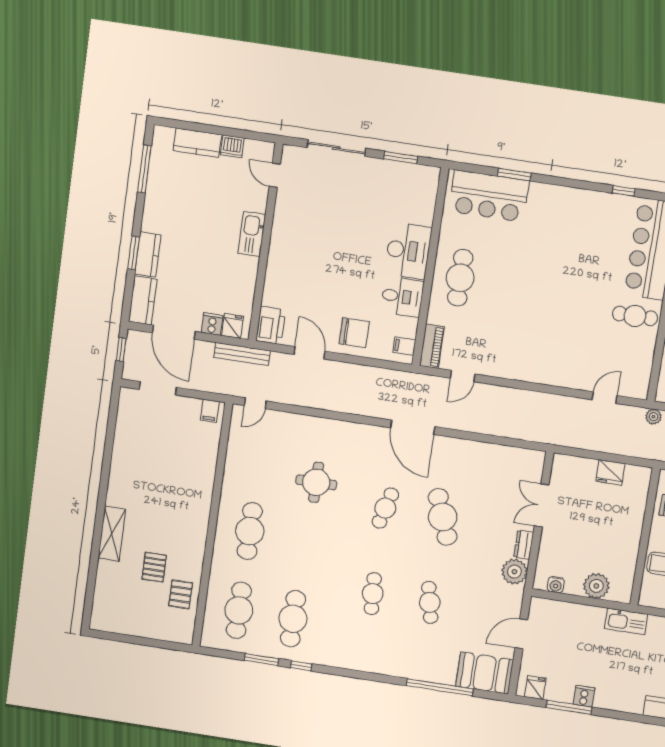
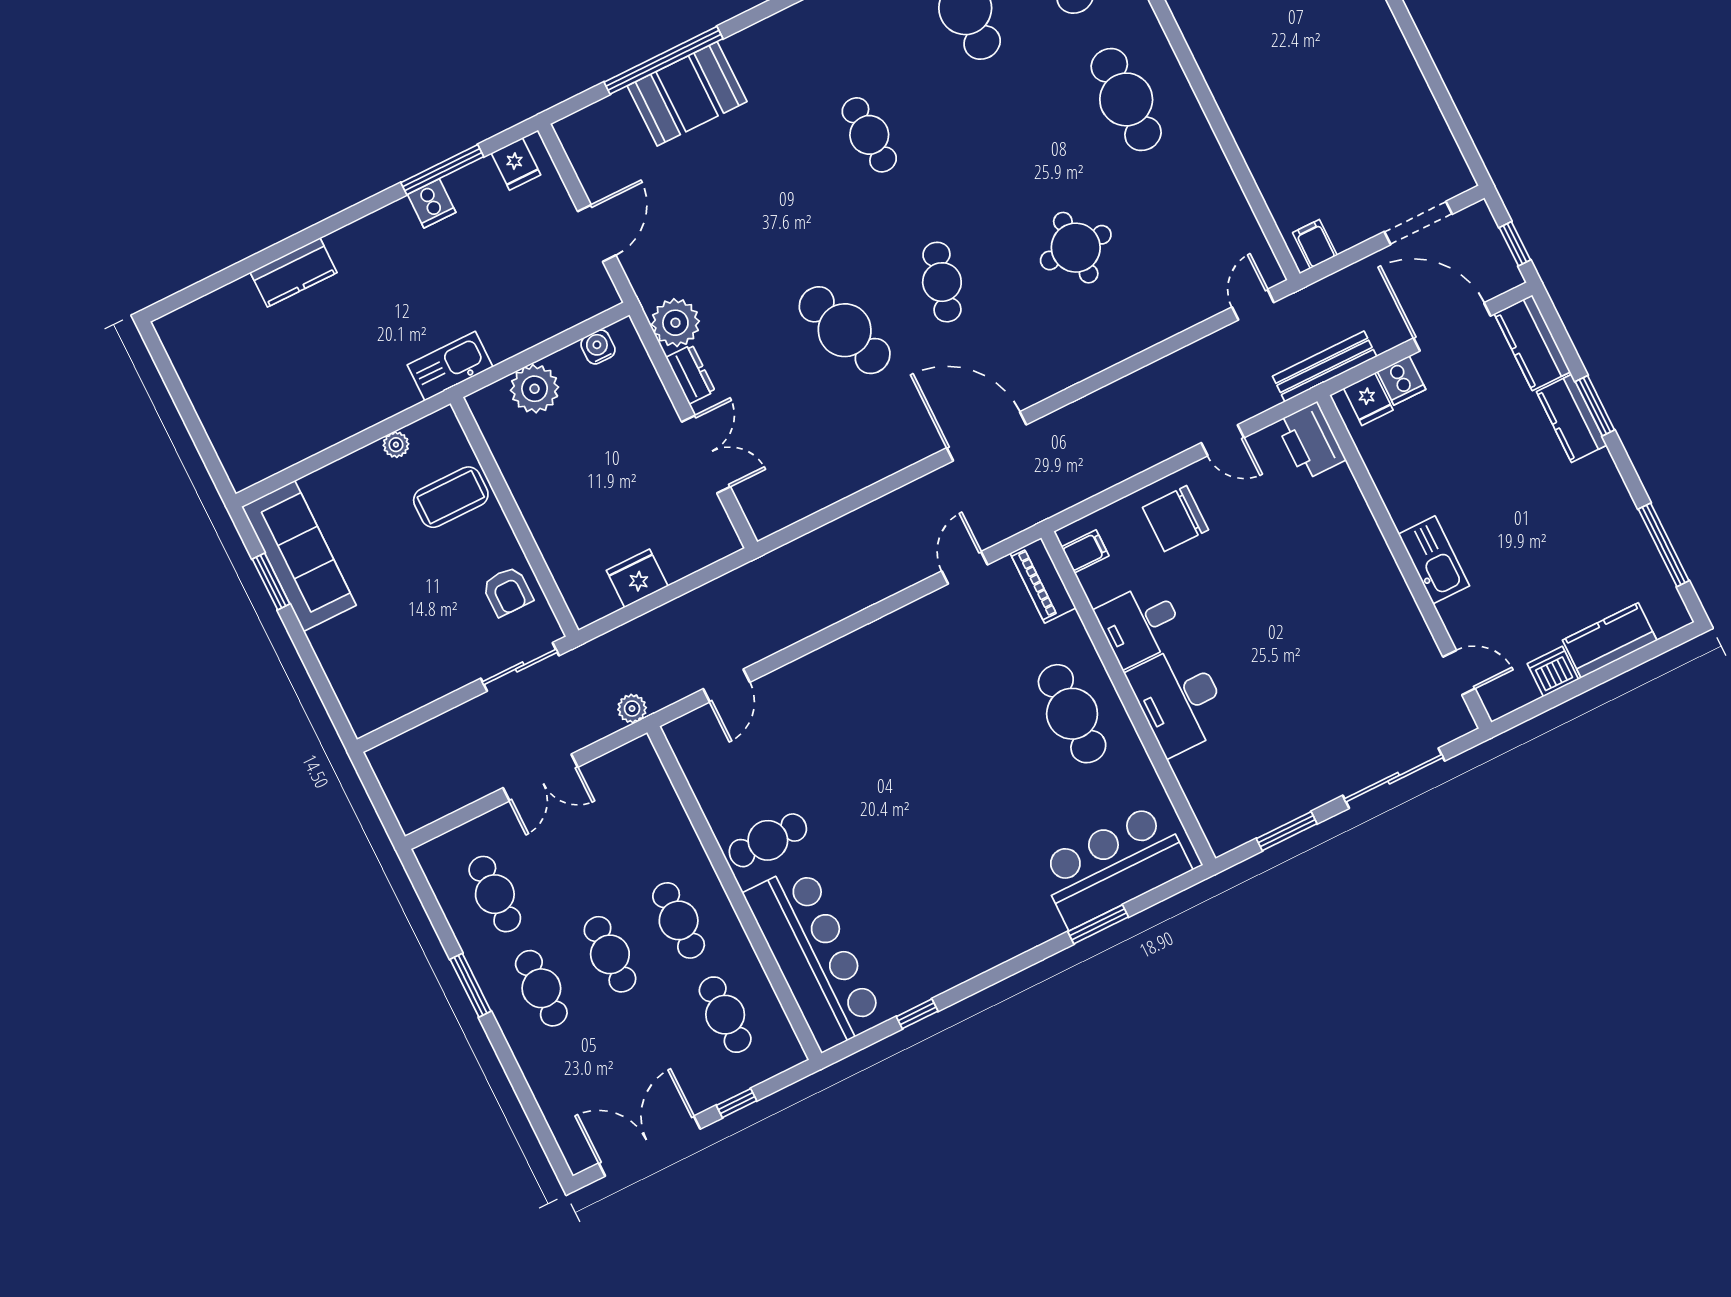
door: (309, 353) -> (1223, 440), width x0.73
cafe table: (430, 602) -> (772, 183), removed
booth: (485, 673) -> (687, 94), moved

